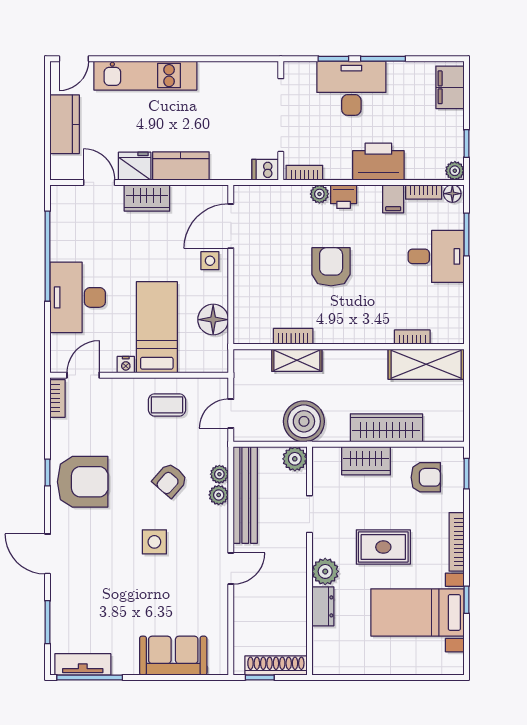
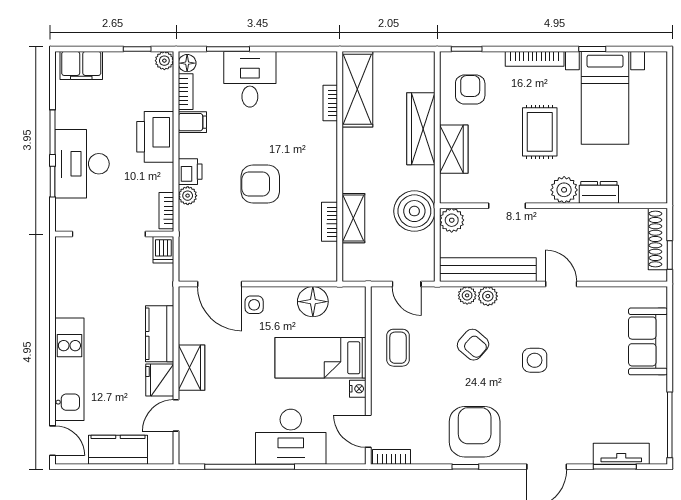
tv unit: (83, 664) -> (621, 454), moved, turned 90

